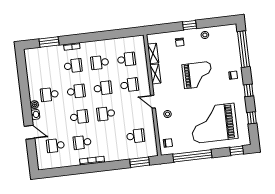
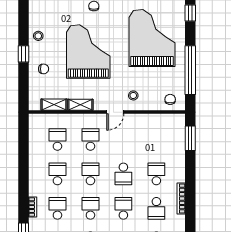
school desk: (100, 63) -> (57, 174), turned 180
grand piano: (197, 75) -> (88, 51), width x1.37, depth x1.48
grand piano: (214, 123) -> (152, 38), turned 180
school desk: (136, 136) -> (156, 174), moved

